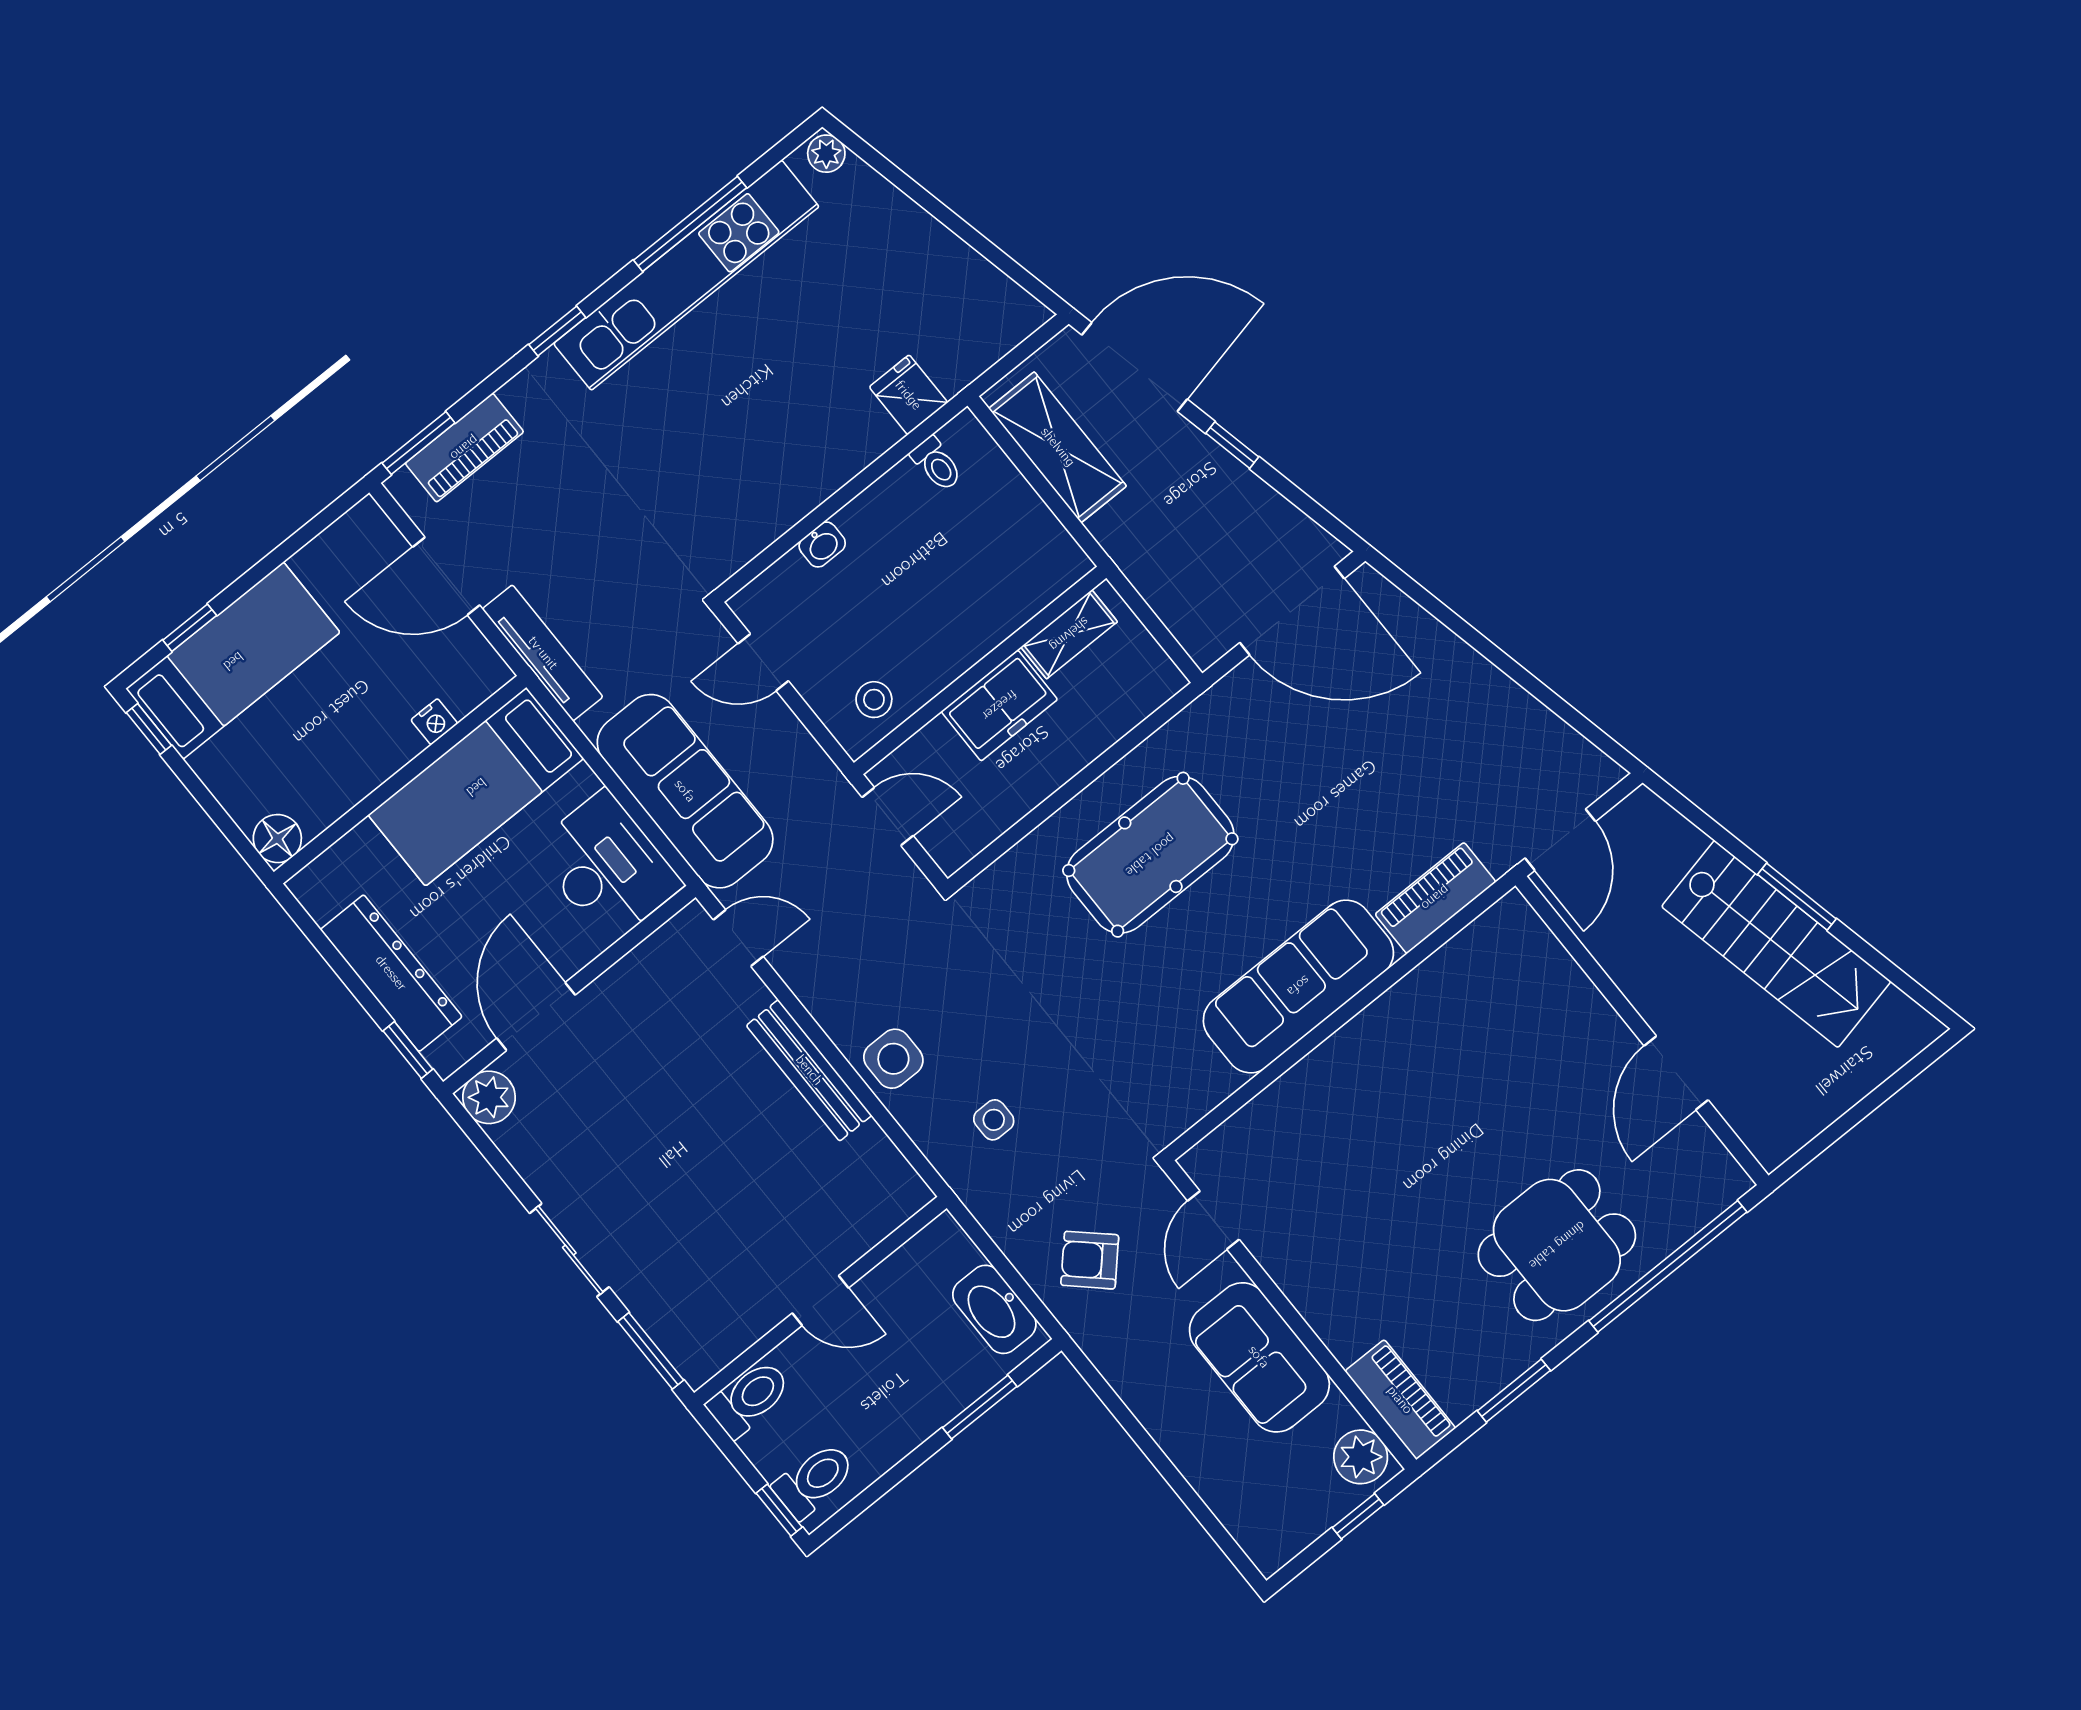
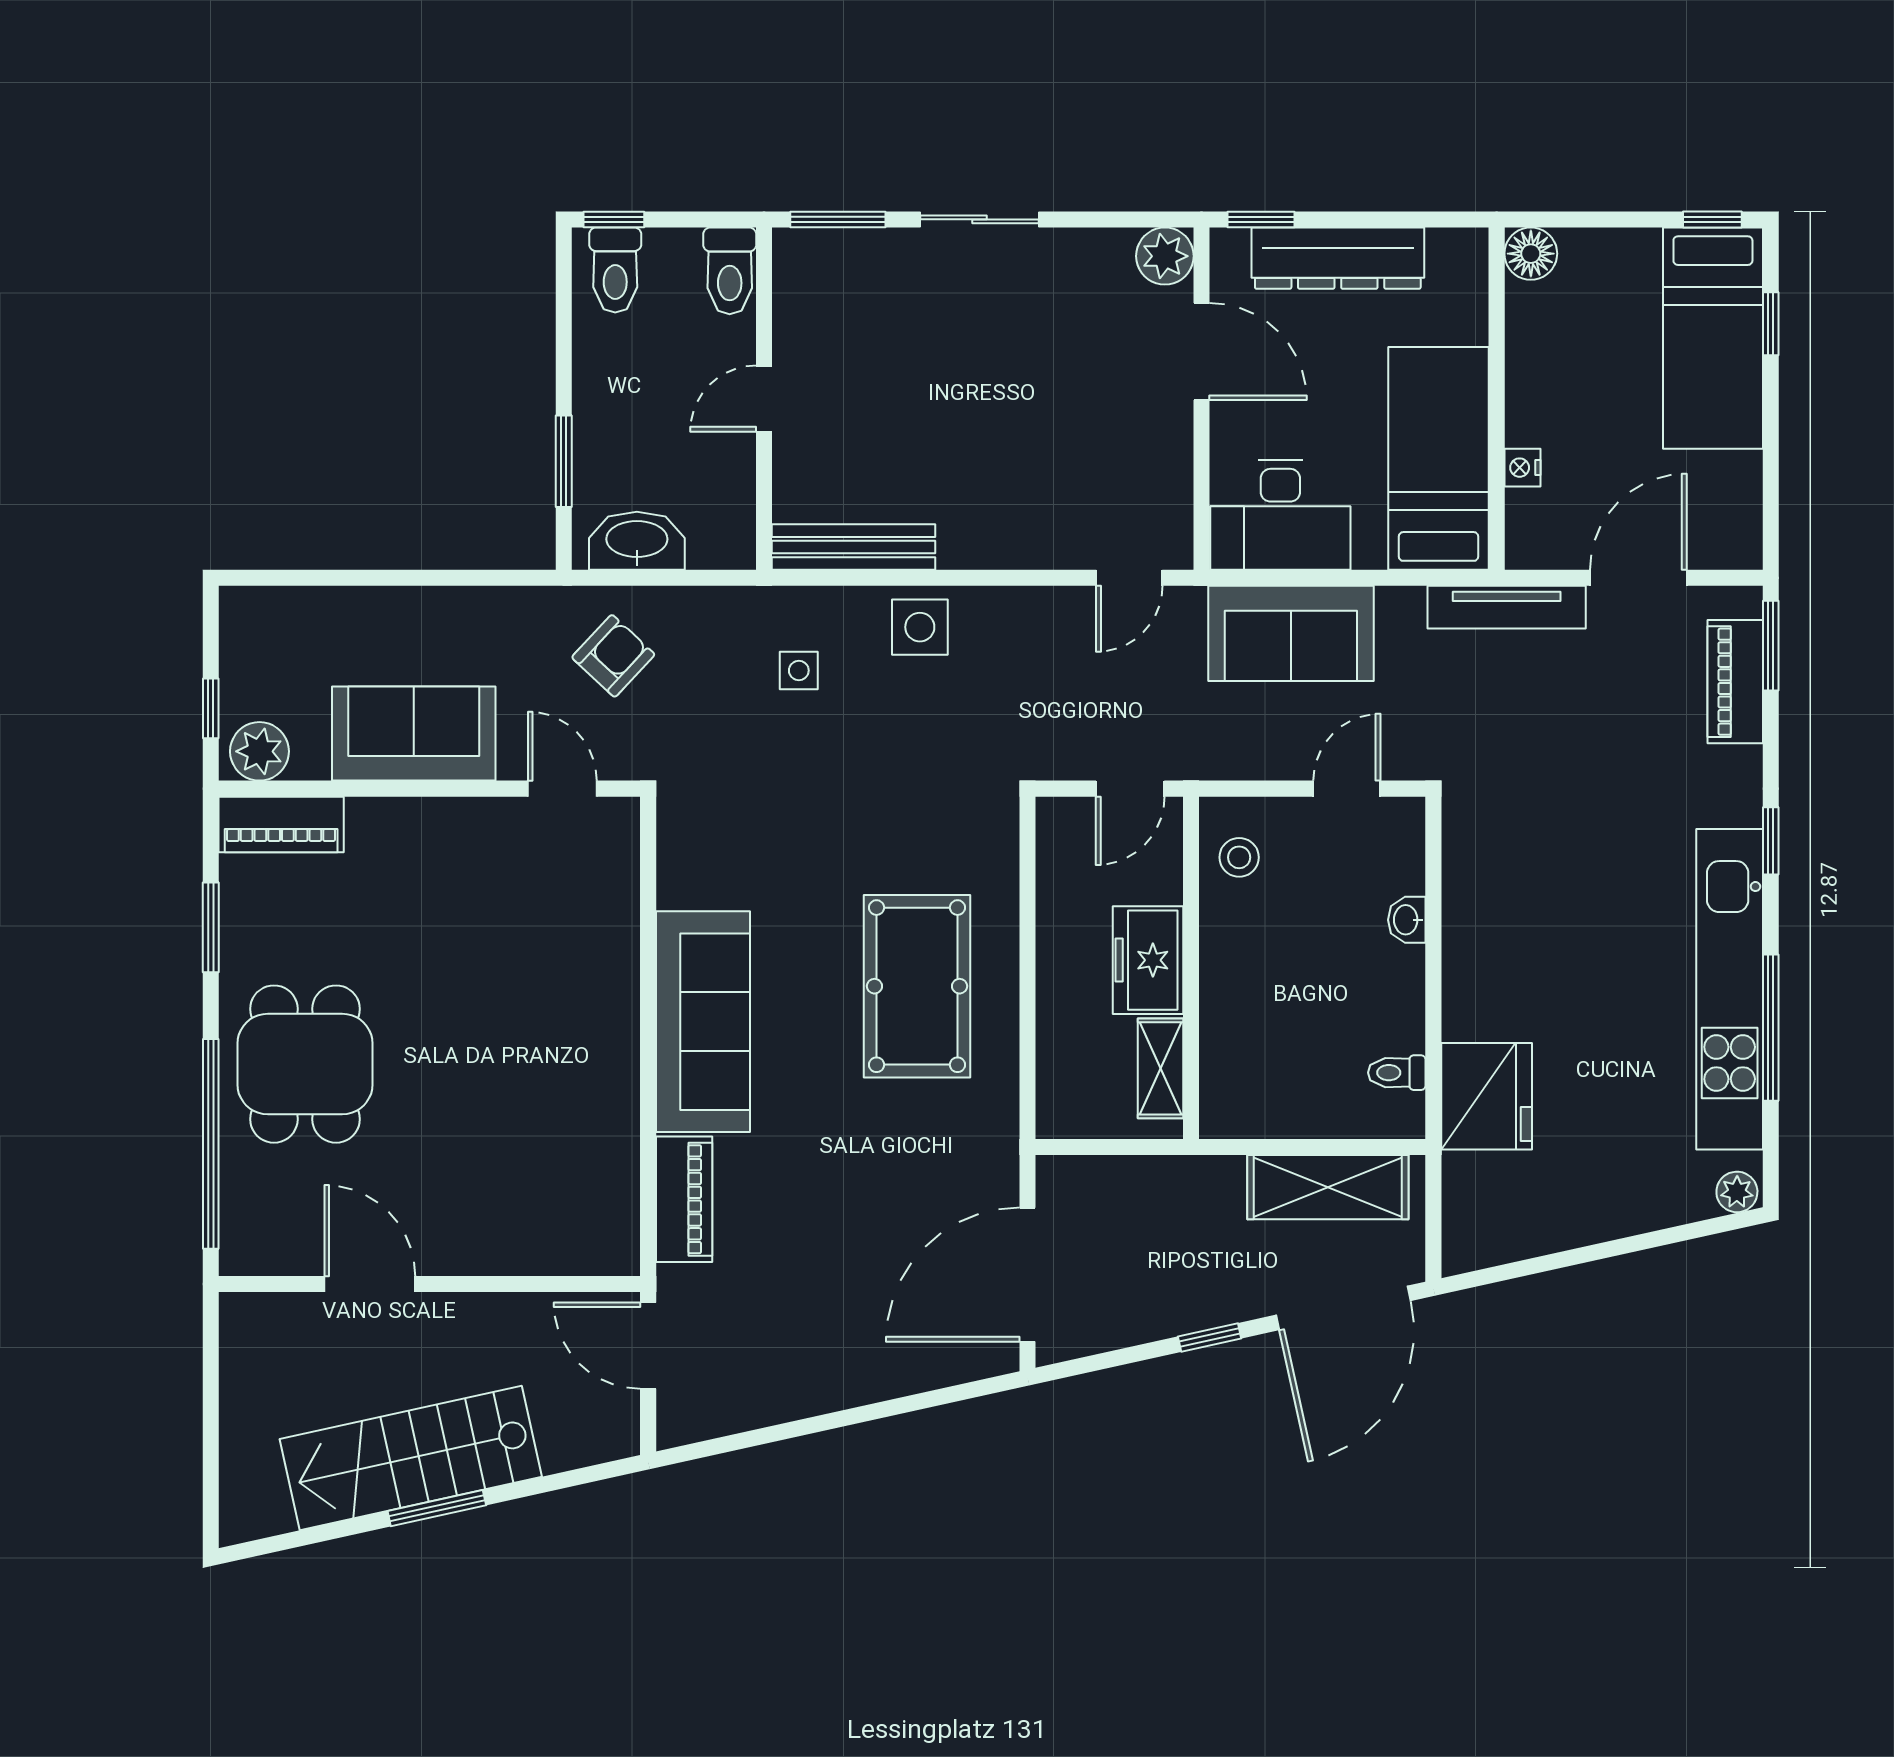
fridge: (908, 395) -> (1487, 1096), width x1.88, depth x1.34
sofa: (685, 791) -> (1291, 633), width x0.73
bench: (809, 1070) -> (854, 547), moved

